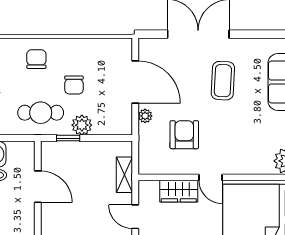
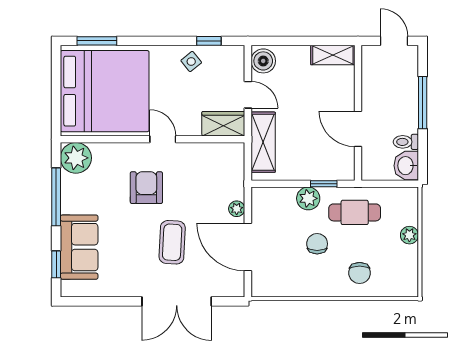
coffee table: (223, 81) -> (172, 242), moved
armchair: (184, 135) -> (146, 188), moved, turned 180
shelving: (124, 175) -> (263, 142), width x1.50, depth x1.33
wardrobe: (179, 191) -> (223, 124), moved

